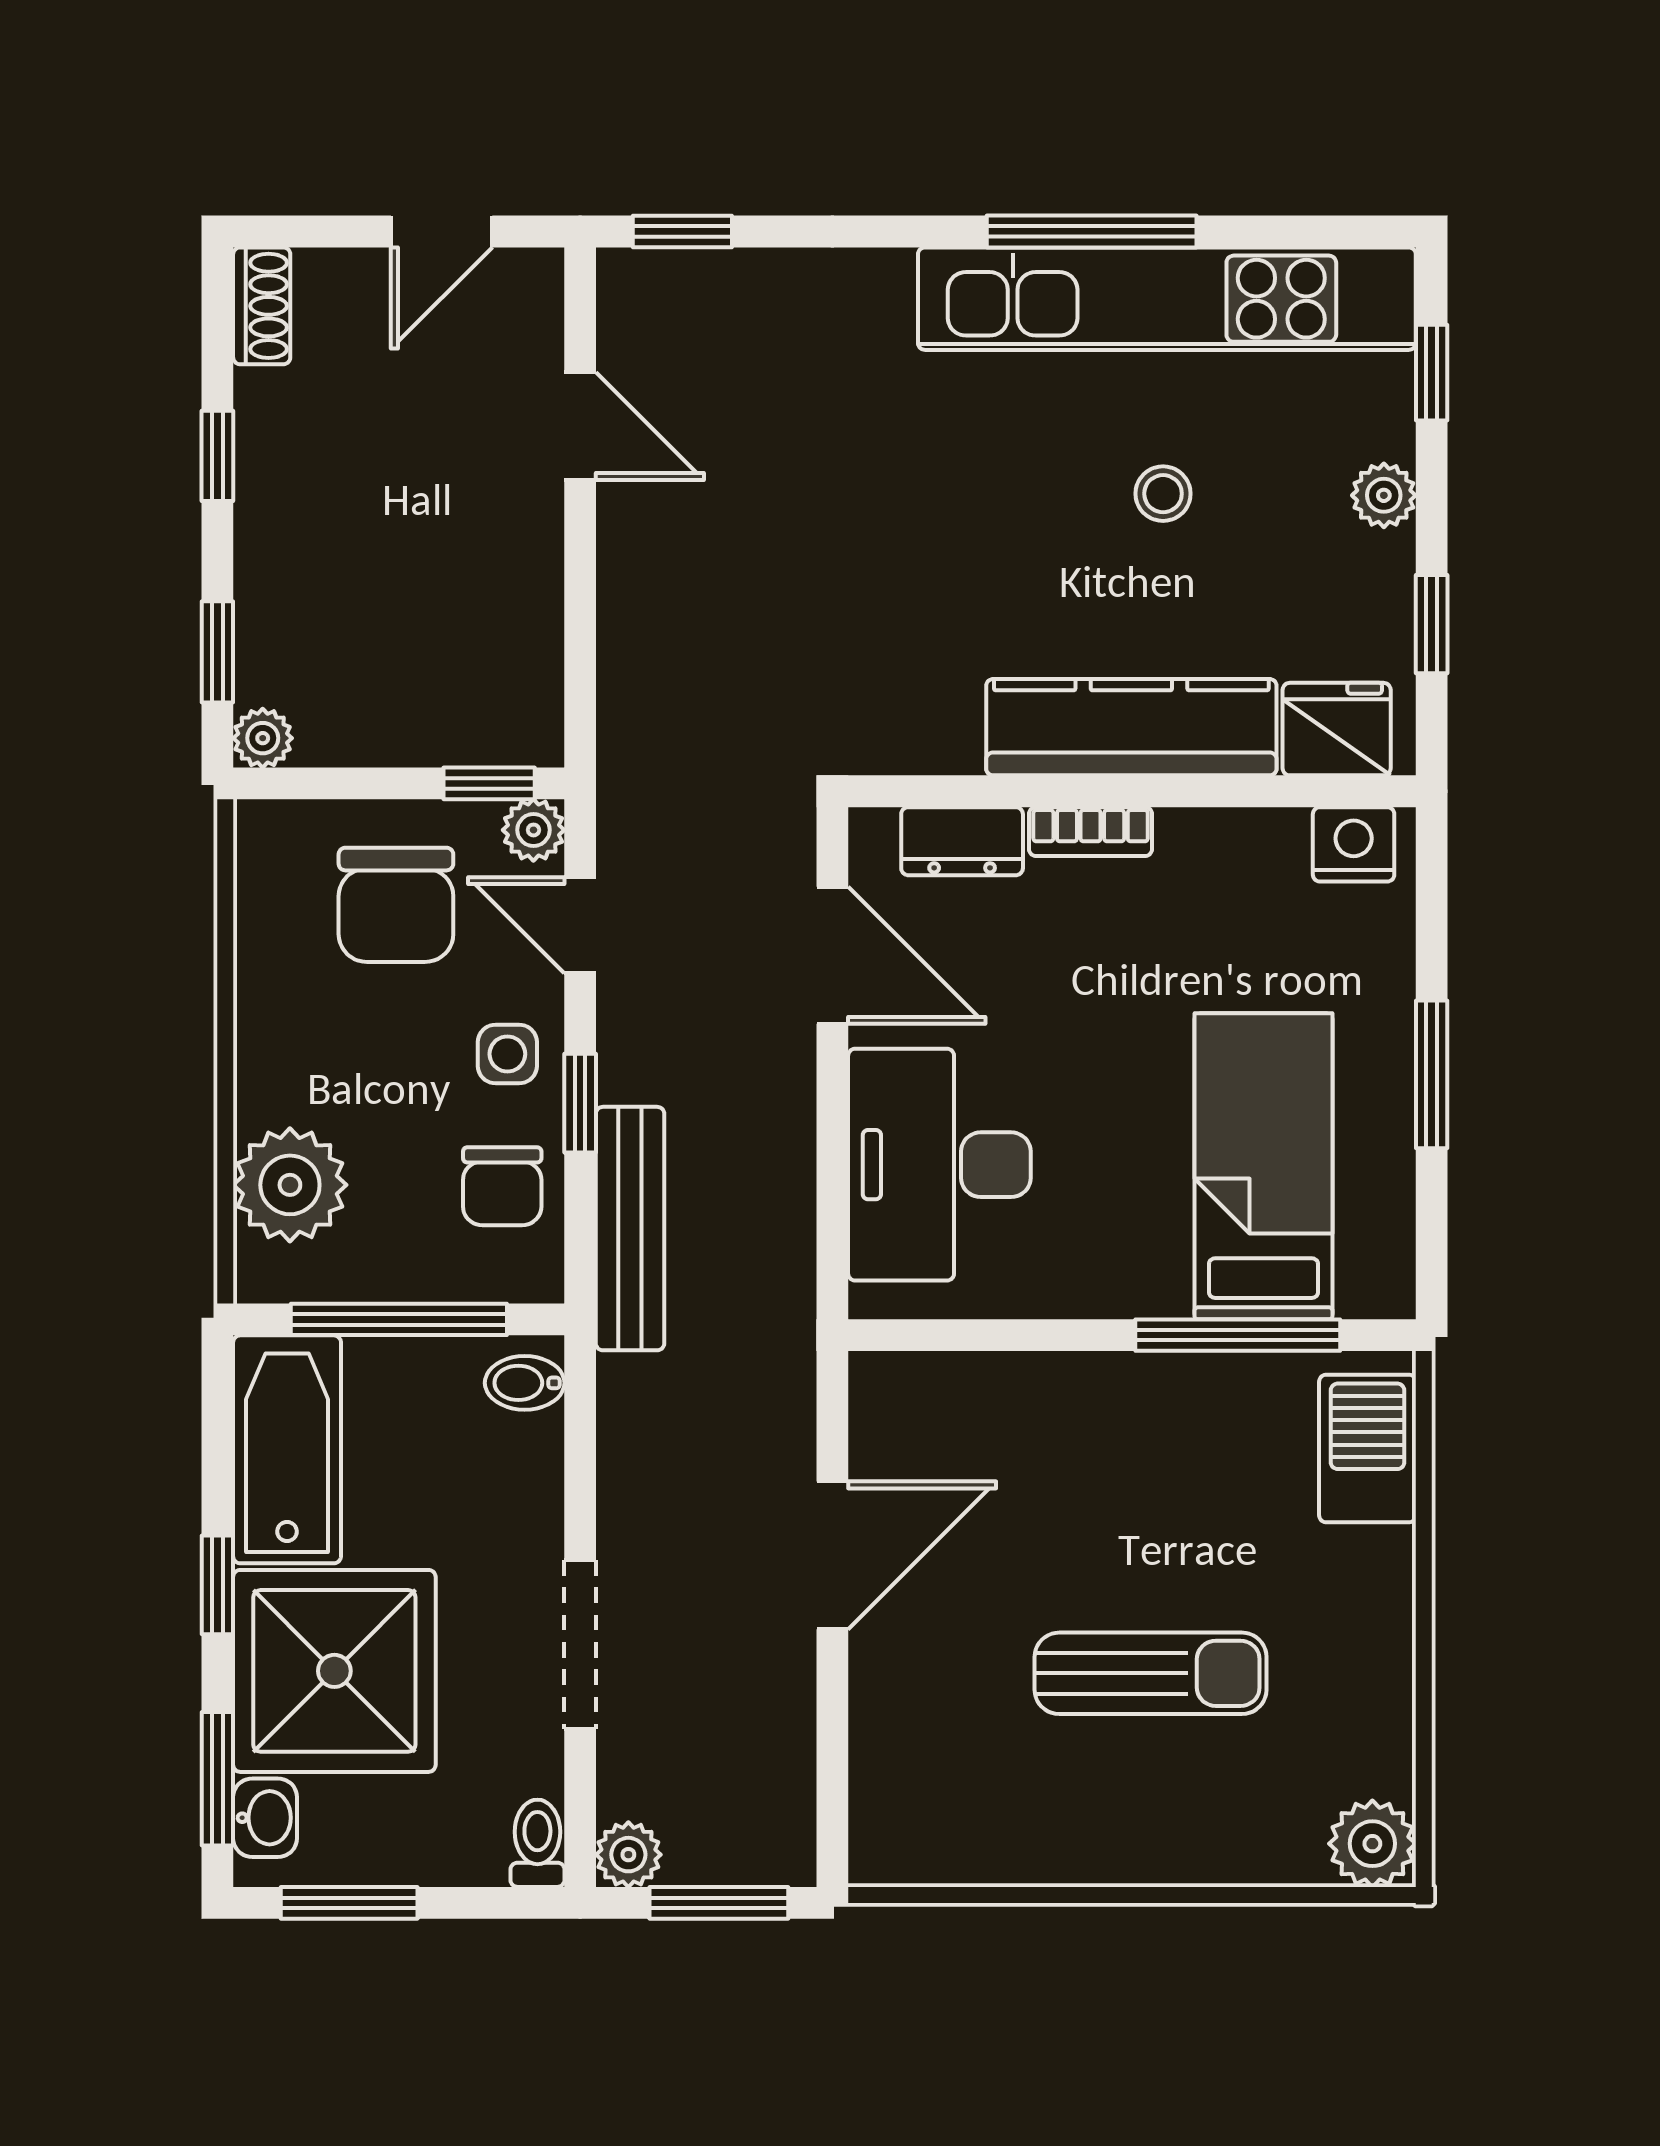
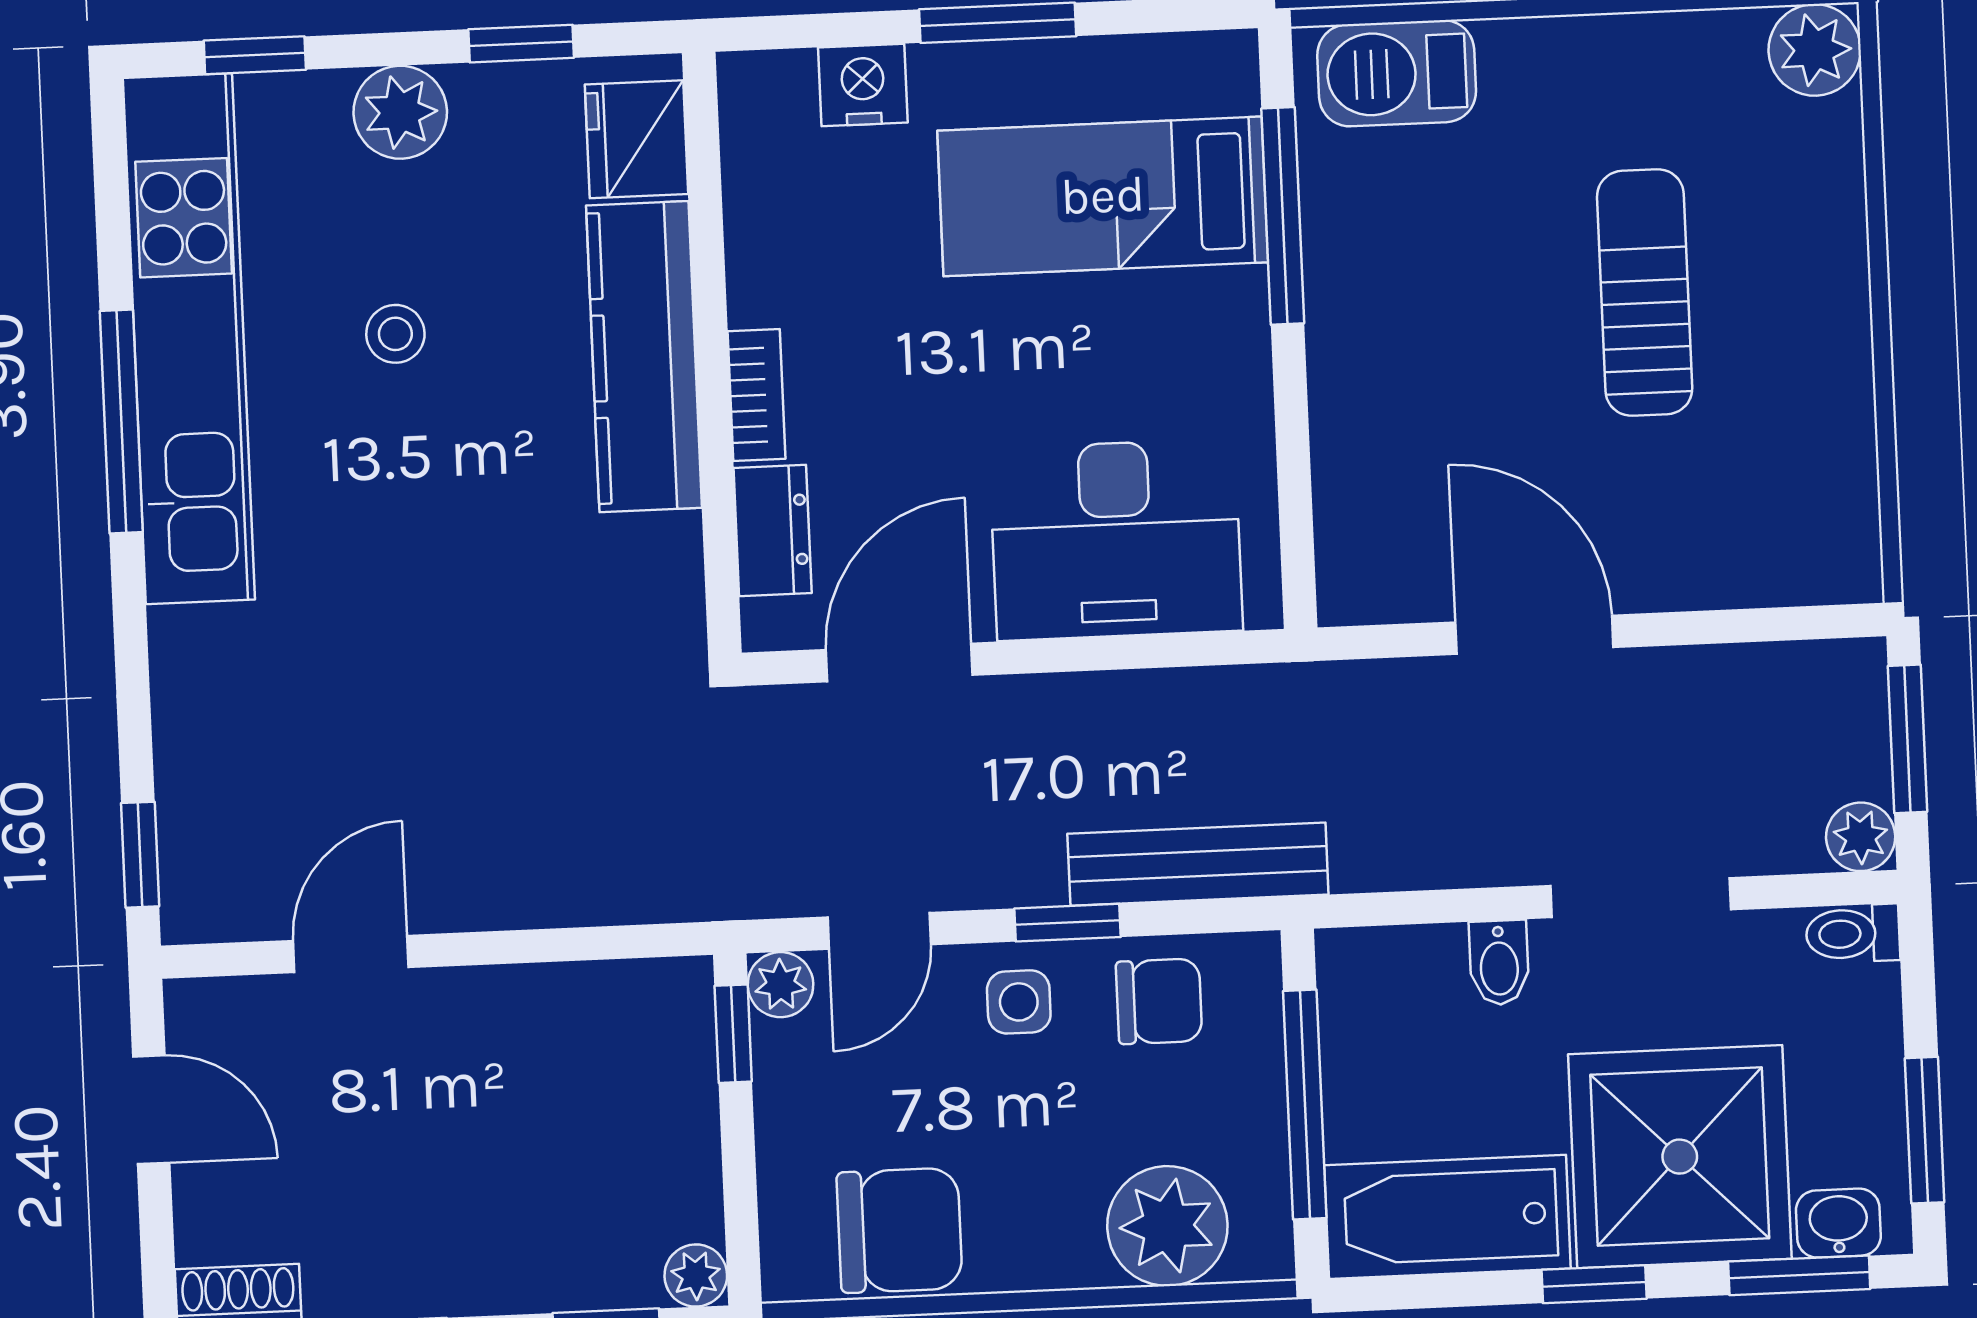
plant: (1384, 495) -> (400, 112), width x1.38, depth x1.38
nightstand: (1354, 844) -> (863, 85), moved, turned 90
chair: (396, 905) -> (900, 1230), moved
bidet: (525, 1383) -> (1499, 963), moved

